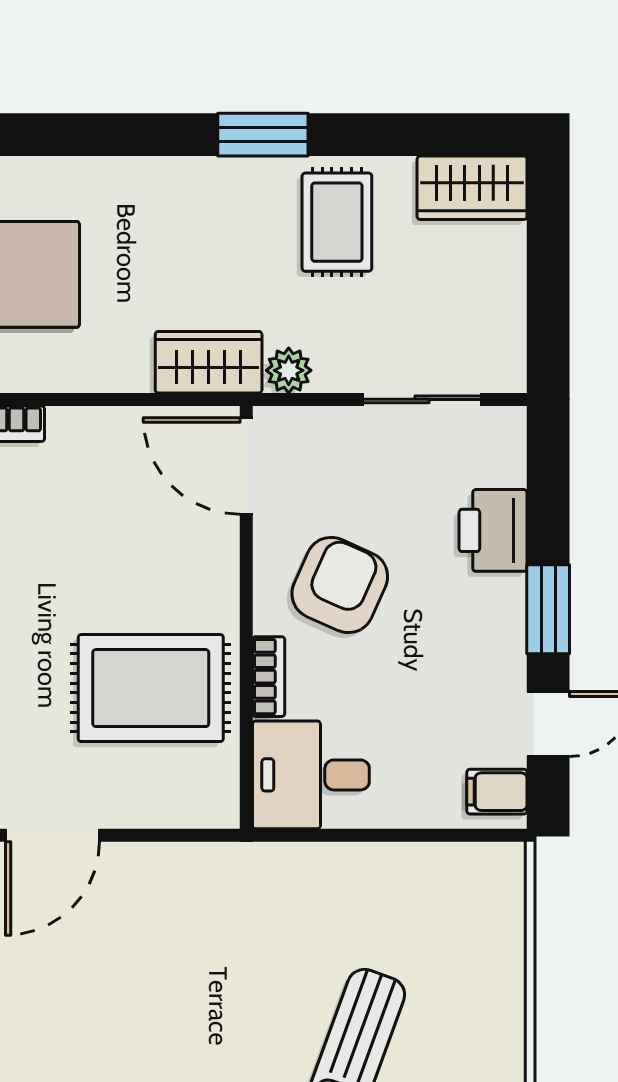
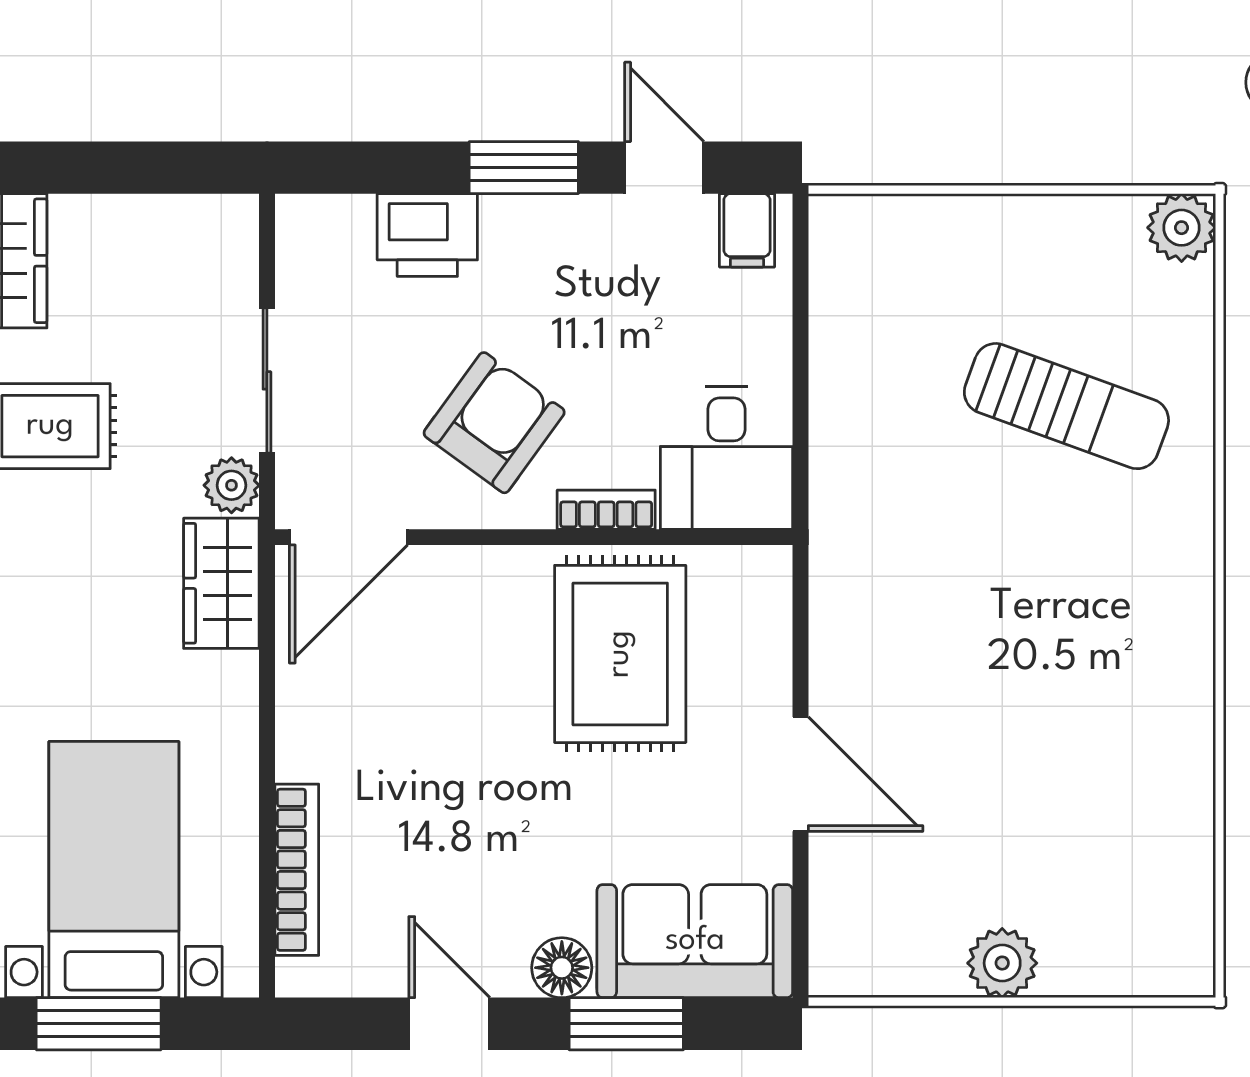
sliding door: (422, 399) -> (267, 380), moved
armchair: (340, 585) -> (494, 423), turned 102

